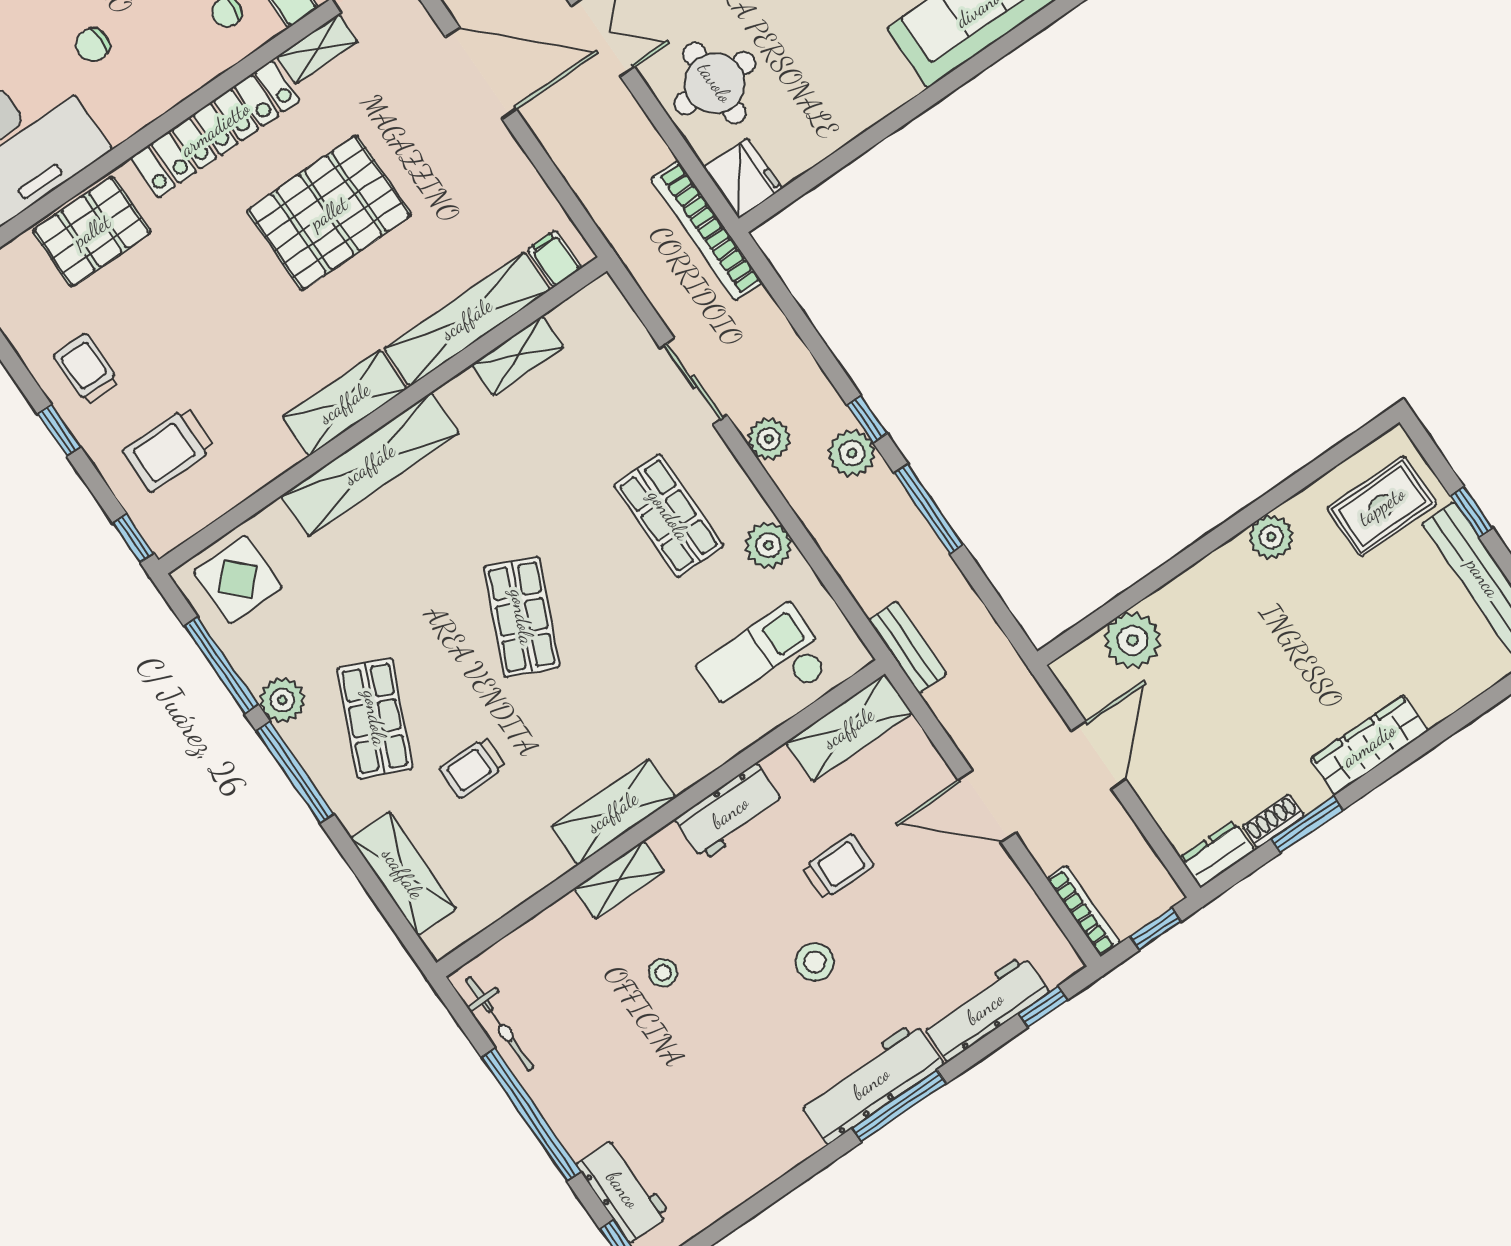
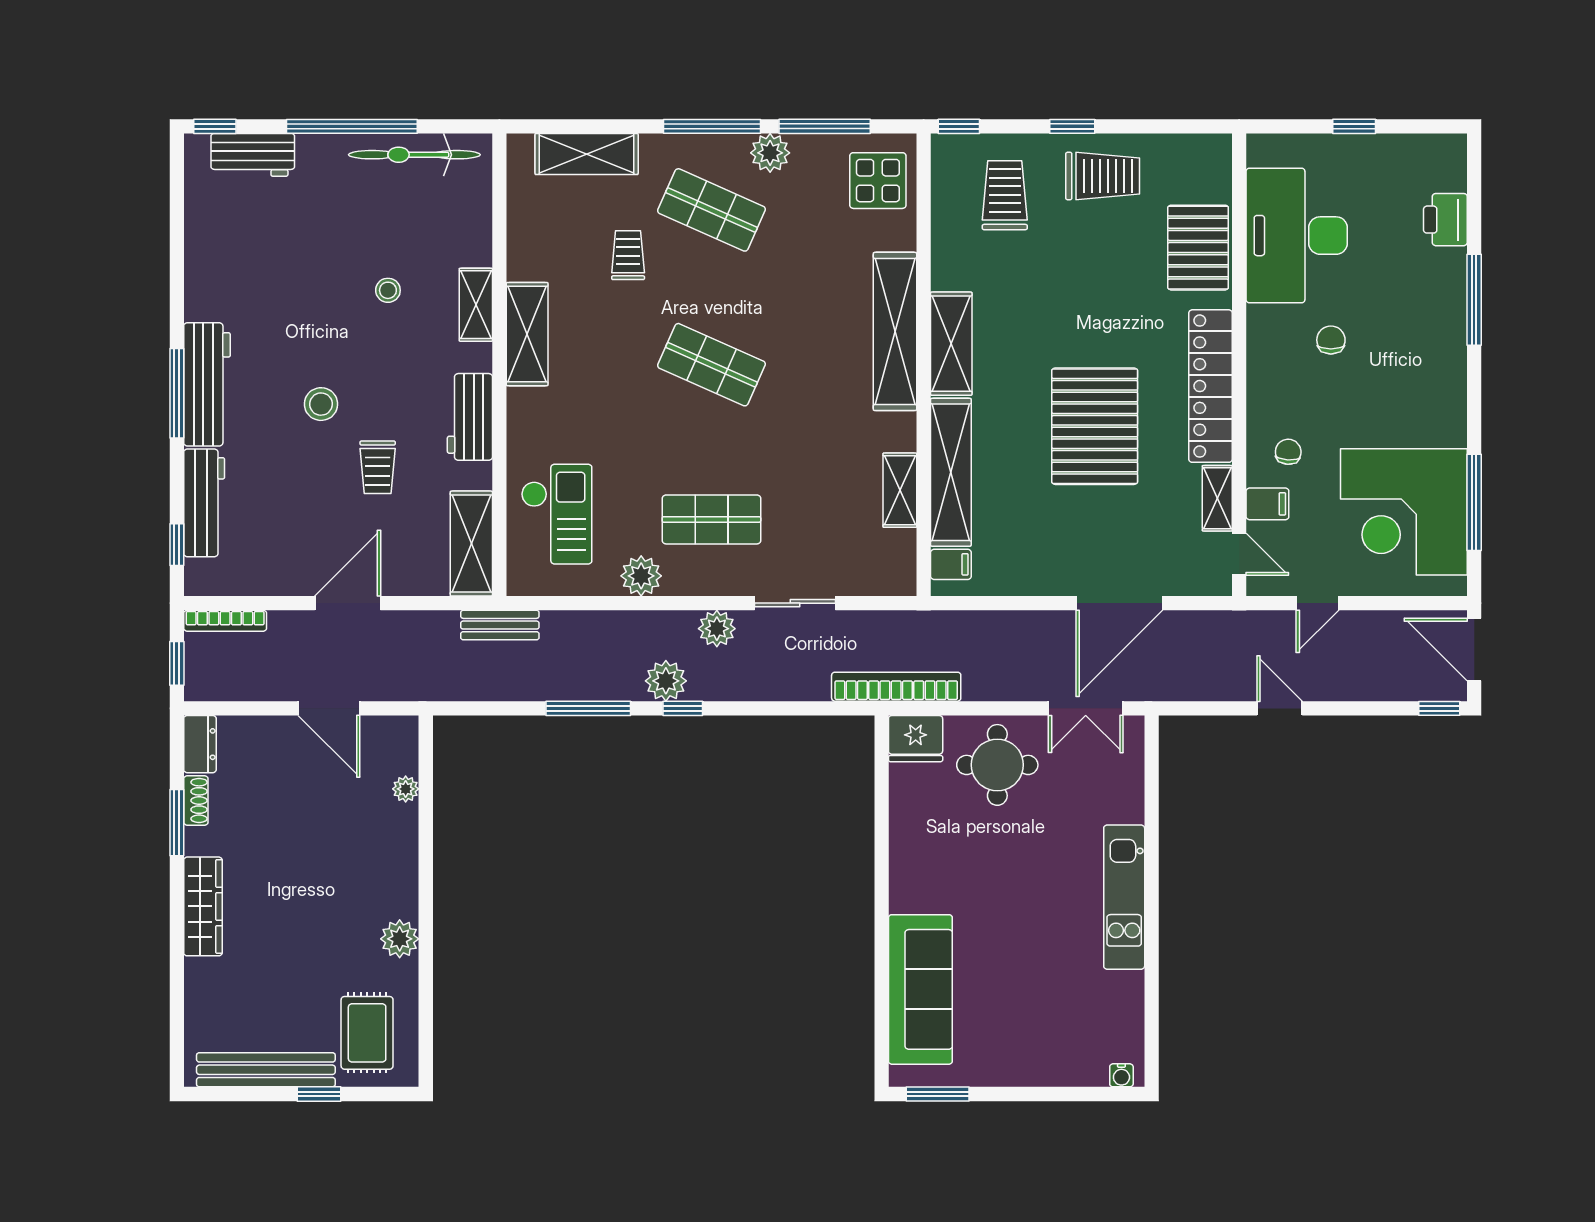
trolley: (86, 369) -> (1103, 176), width x1.36, depth x1.39
plant: (1132, 640) -> (406, 789), width x0.53, depth x0.53
bicycle: (500, 1024) -> (414, 155), width x1.37, depth x1.40

